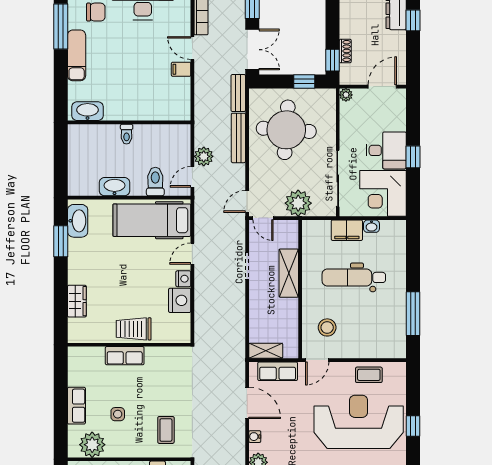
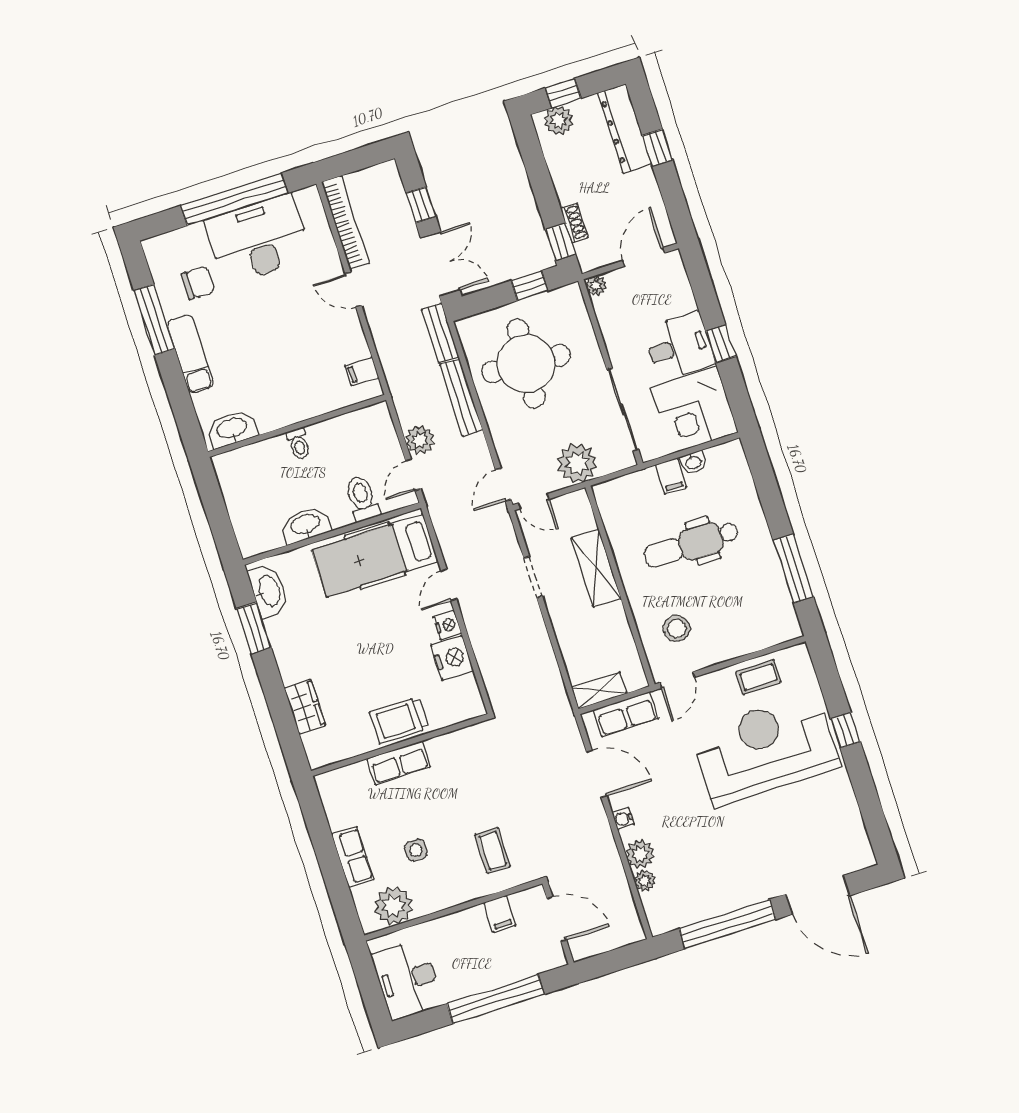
filing cabinet: (181, 69) -> (362, 372), moved
filing cabinet: (347, 230) -> (671, 476), width x0.50

